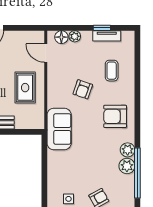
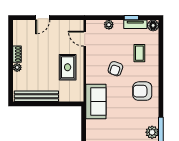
floor lamp: (61, 37) -> (153, 25), moved
plant: (128, 150) -> (153, 119), removed

